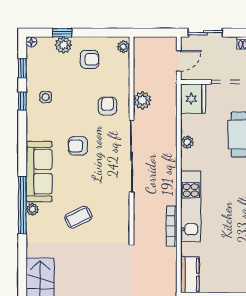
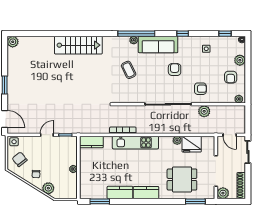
window: (62, 33) -> (248, 59), removed
fridge: (193, 99) -> (192, 144), moved
window: (22, 101) -> (183, 34), moved

